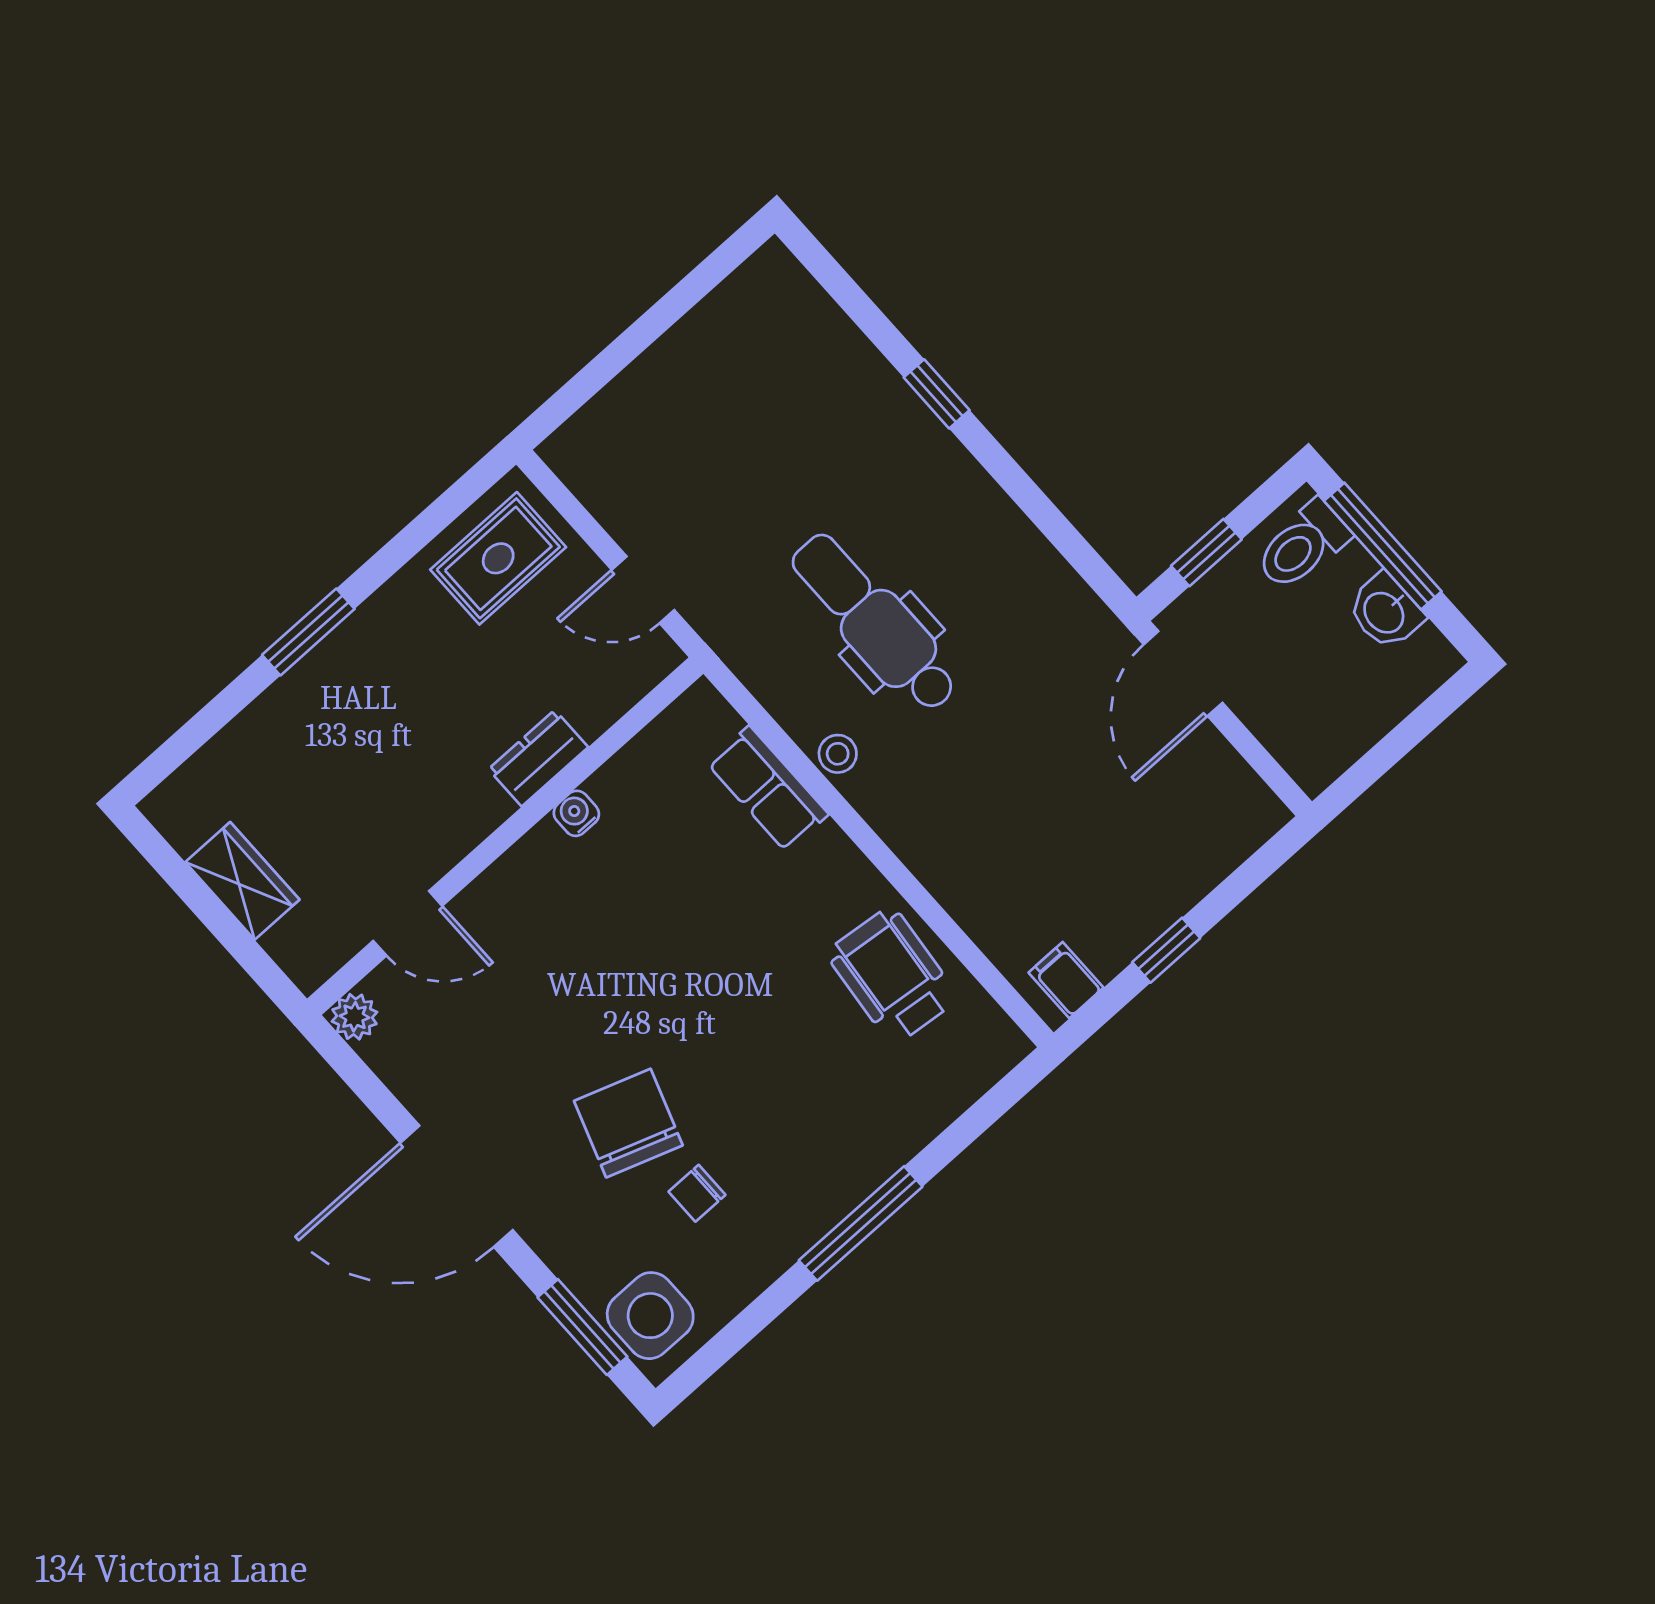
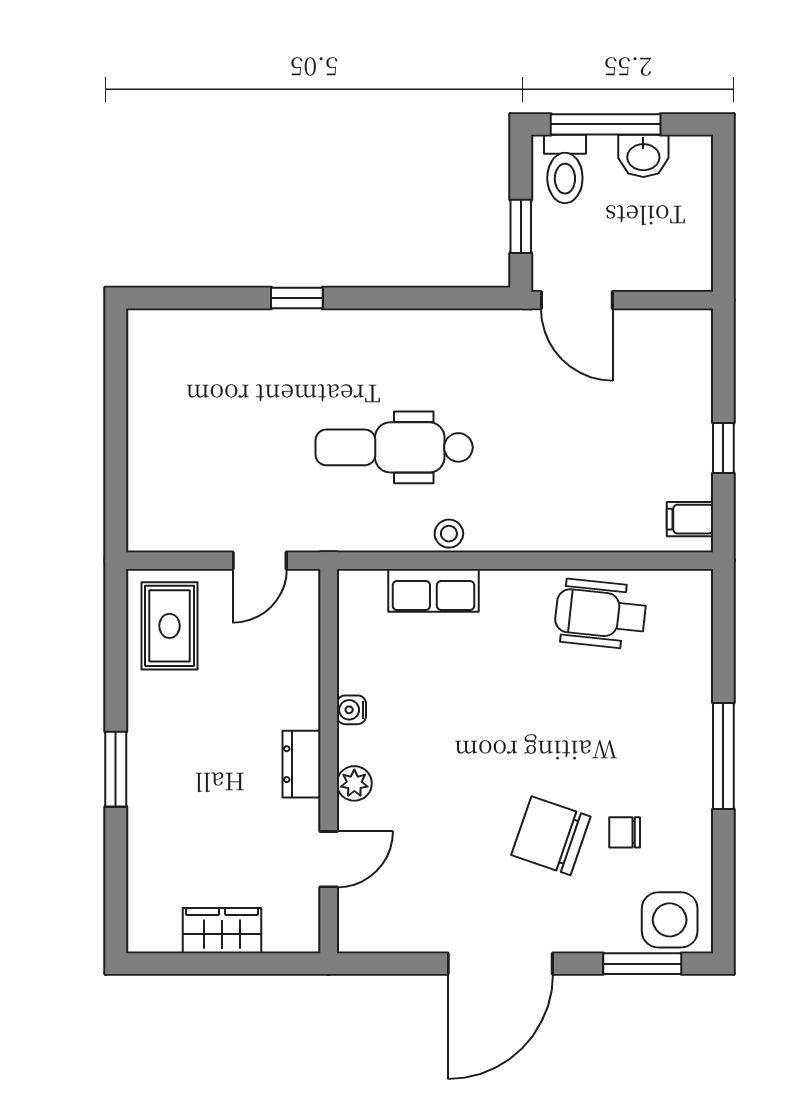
dresser: (538, 758) -> (301, 764), moved
plant: (355, 1017) -> (354, 783), moved
chair: (697, 1193) -> (625, 832), turned 90

